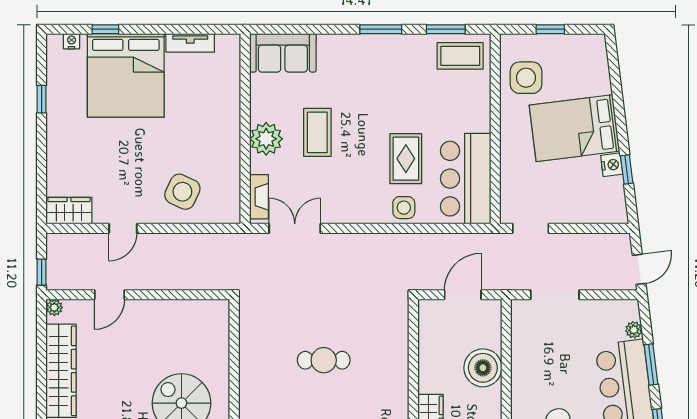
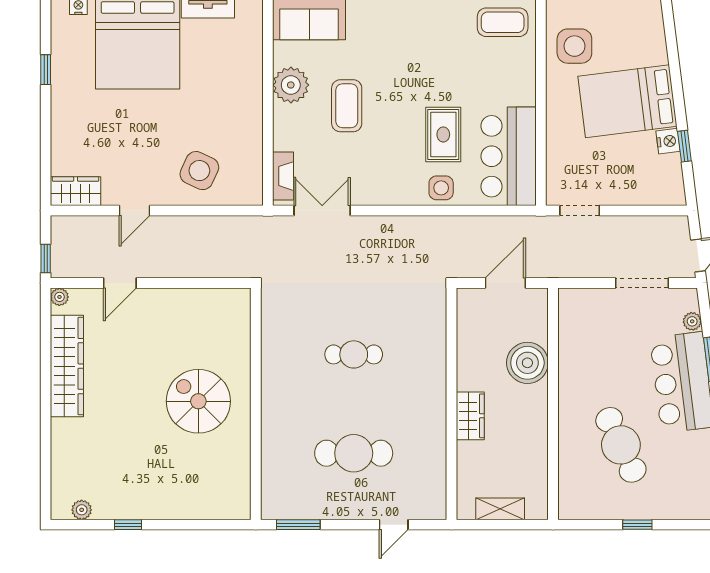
plant: (266, 139) -> (291, 85), moved
doorway: (555, 295) -> (642, 283), moved

